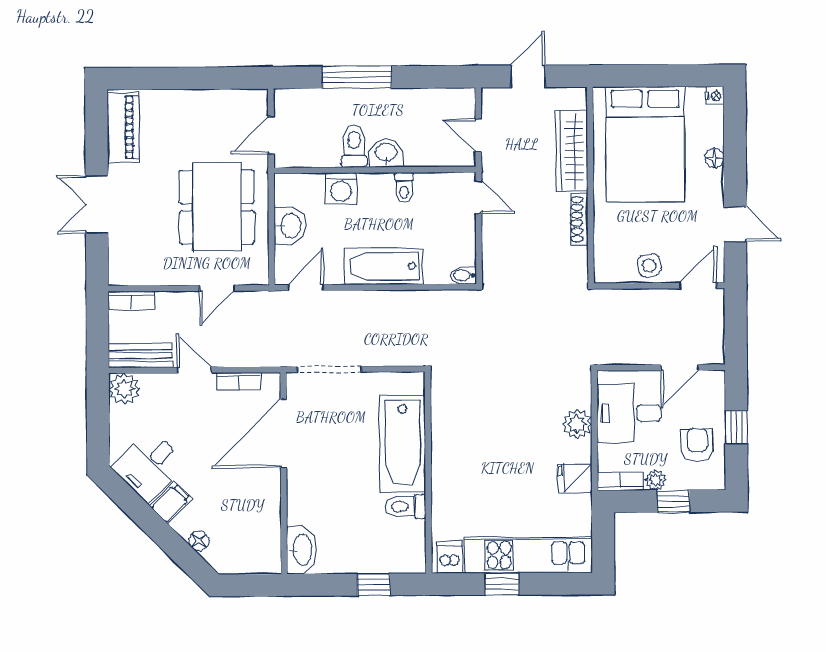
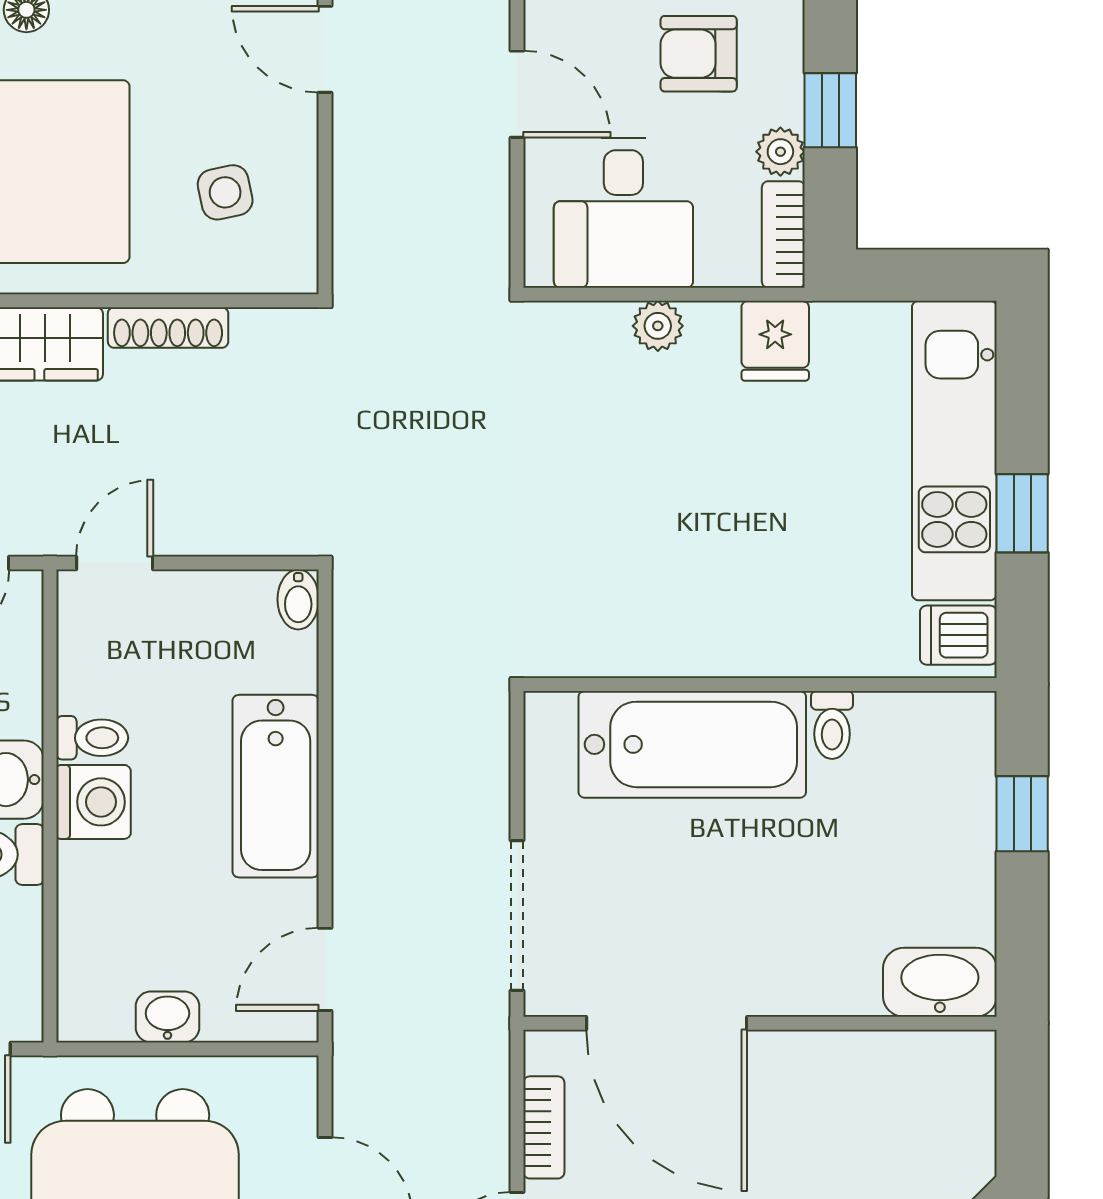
washing machine: (341, 189) -> (94, 802), moved
washbasin: (290, 226) -> (167, 1017), width x0.72, depth x0.69
side table: (649, 265) -> (225, 192), moved
door: (306, 288) -> (325, 969), hinge flipped
plant: (577, 424) -> (658, 326), width x0.73, depth x0.73
toilet: (406, 507) -> (832, 725), width x0.73, depth x0.72

